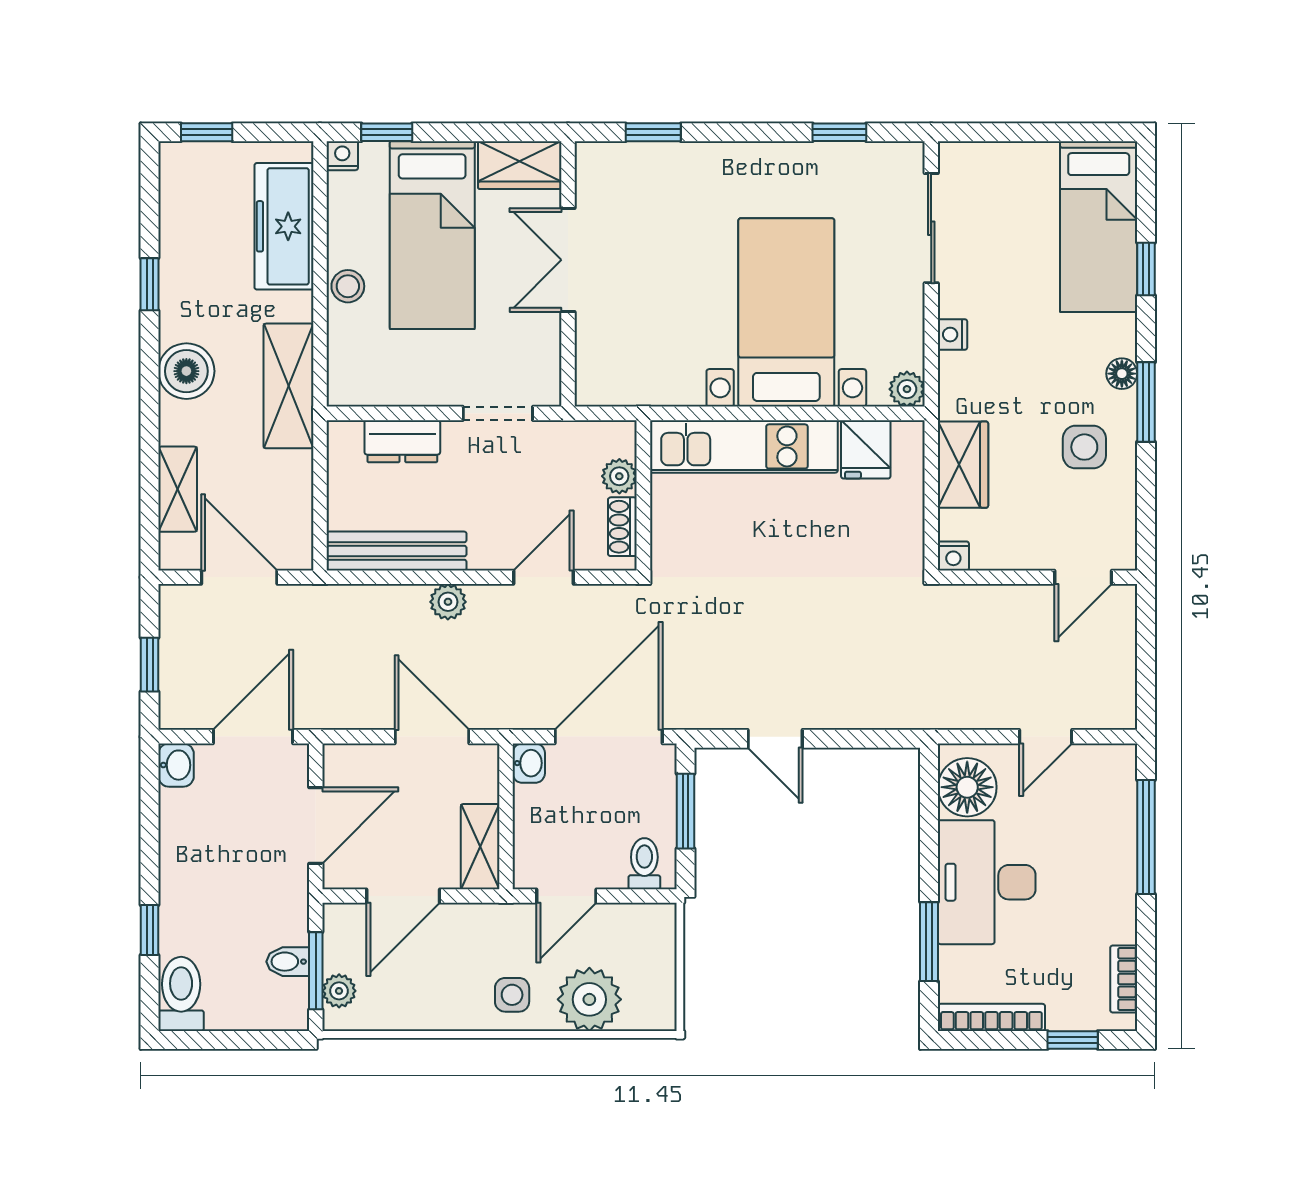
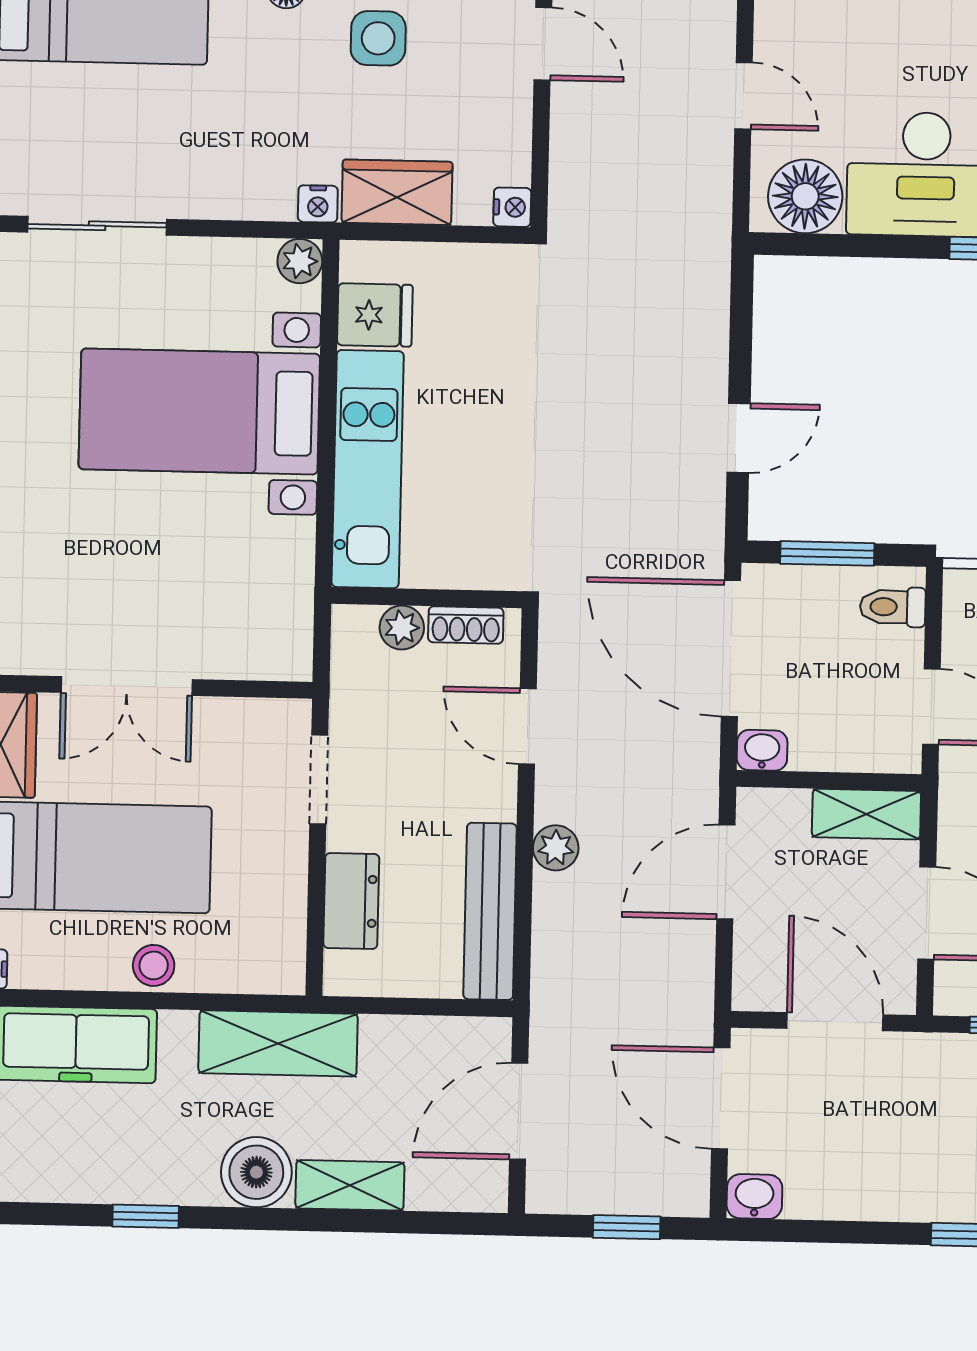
nightstand: (952, 335) -> (318, 204), moved
shelving: (178, 489) -> (350, 1185), moved

